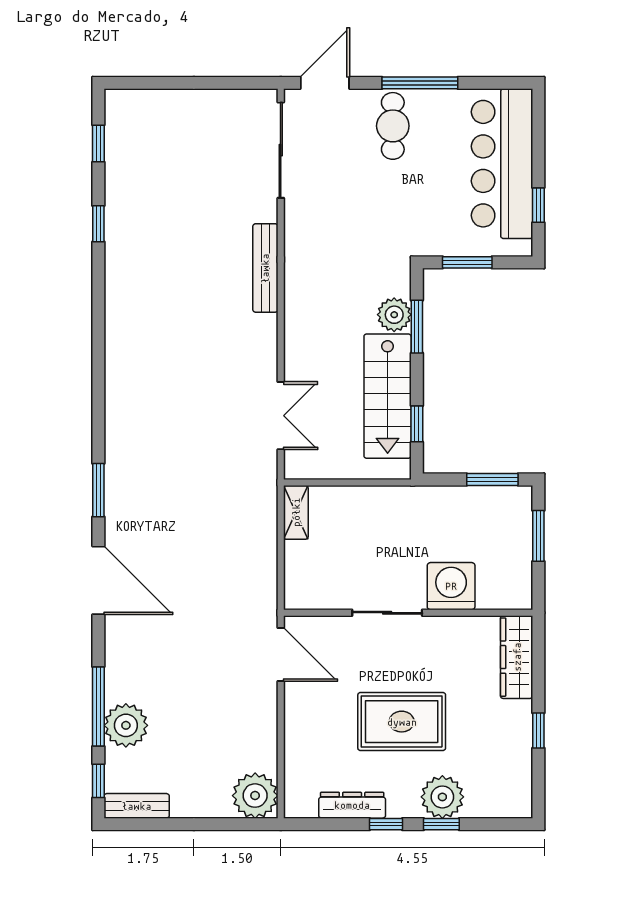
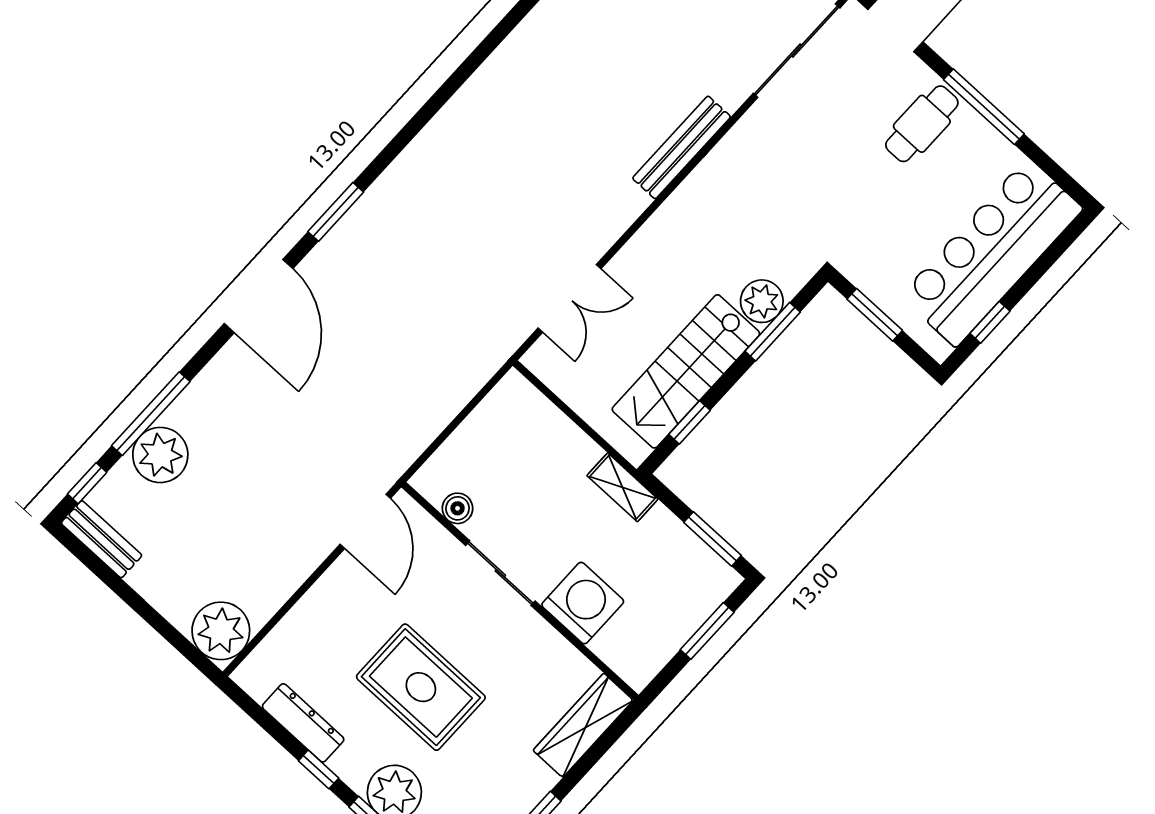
shelving: (296, 512) -> (622, 487), moved, turned 90
boiler: (328, 598) -> (458, 508), added

